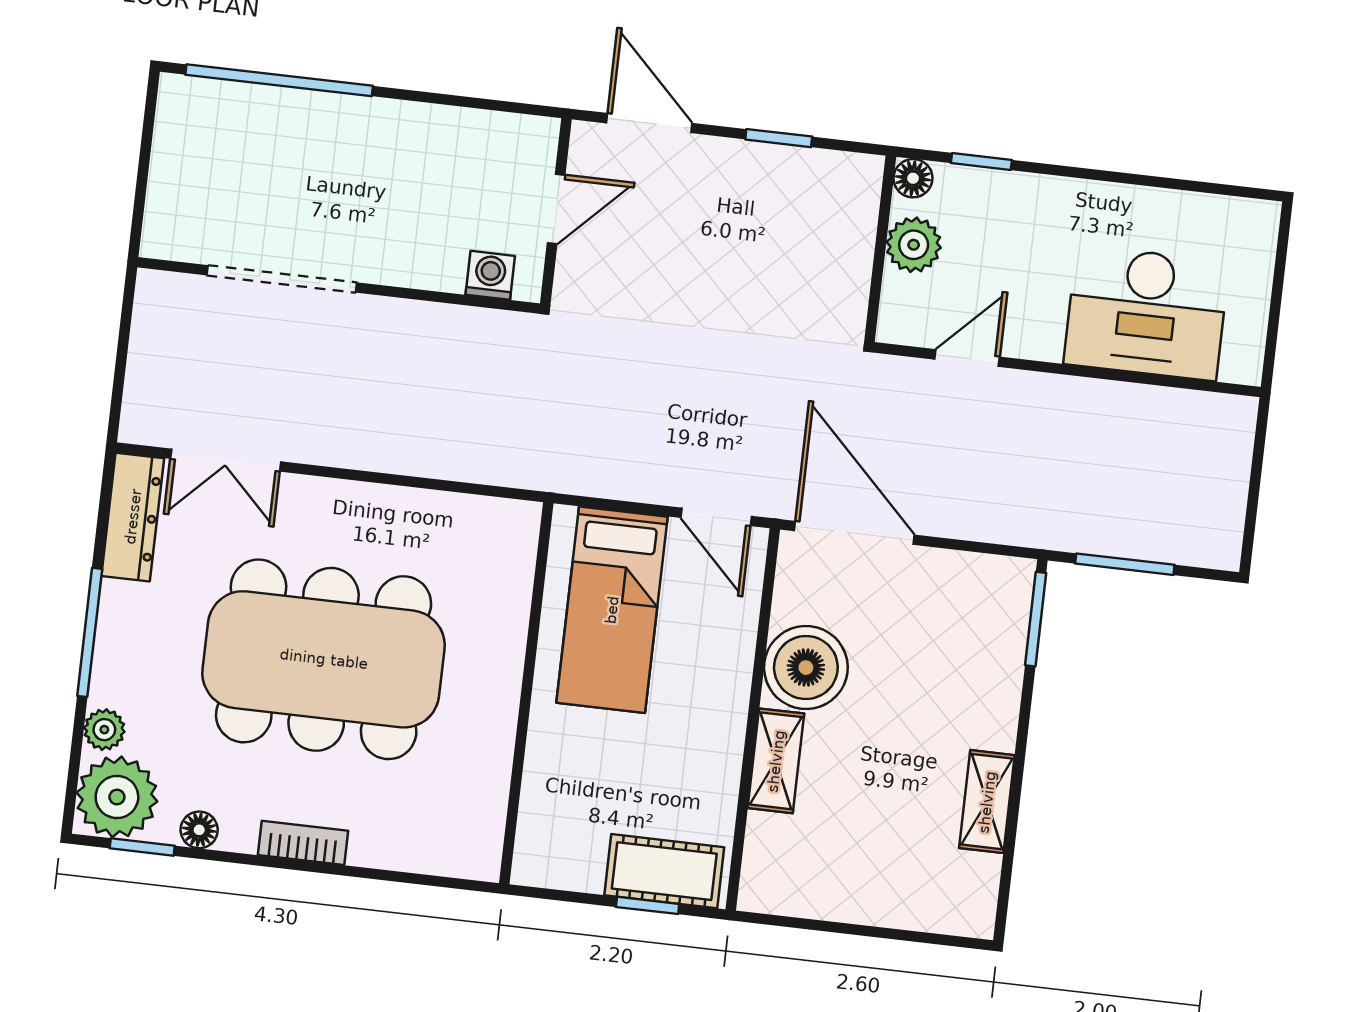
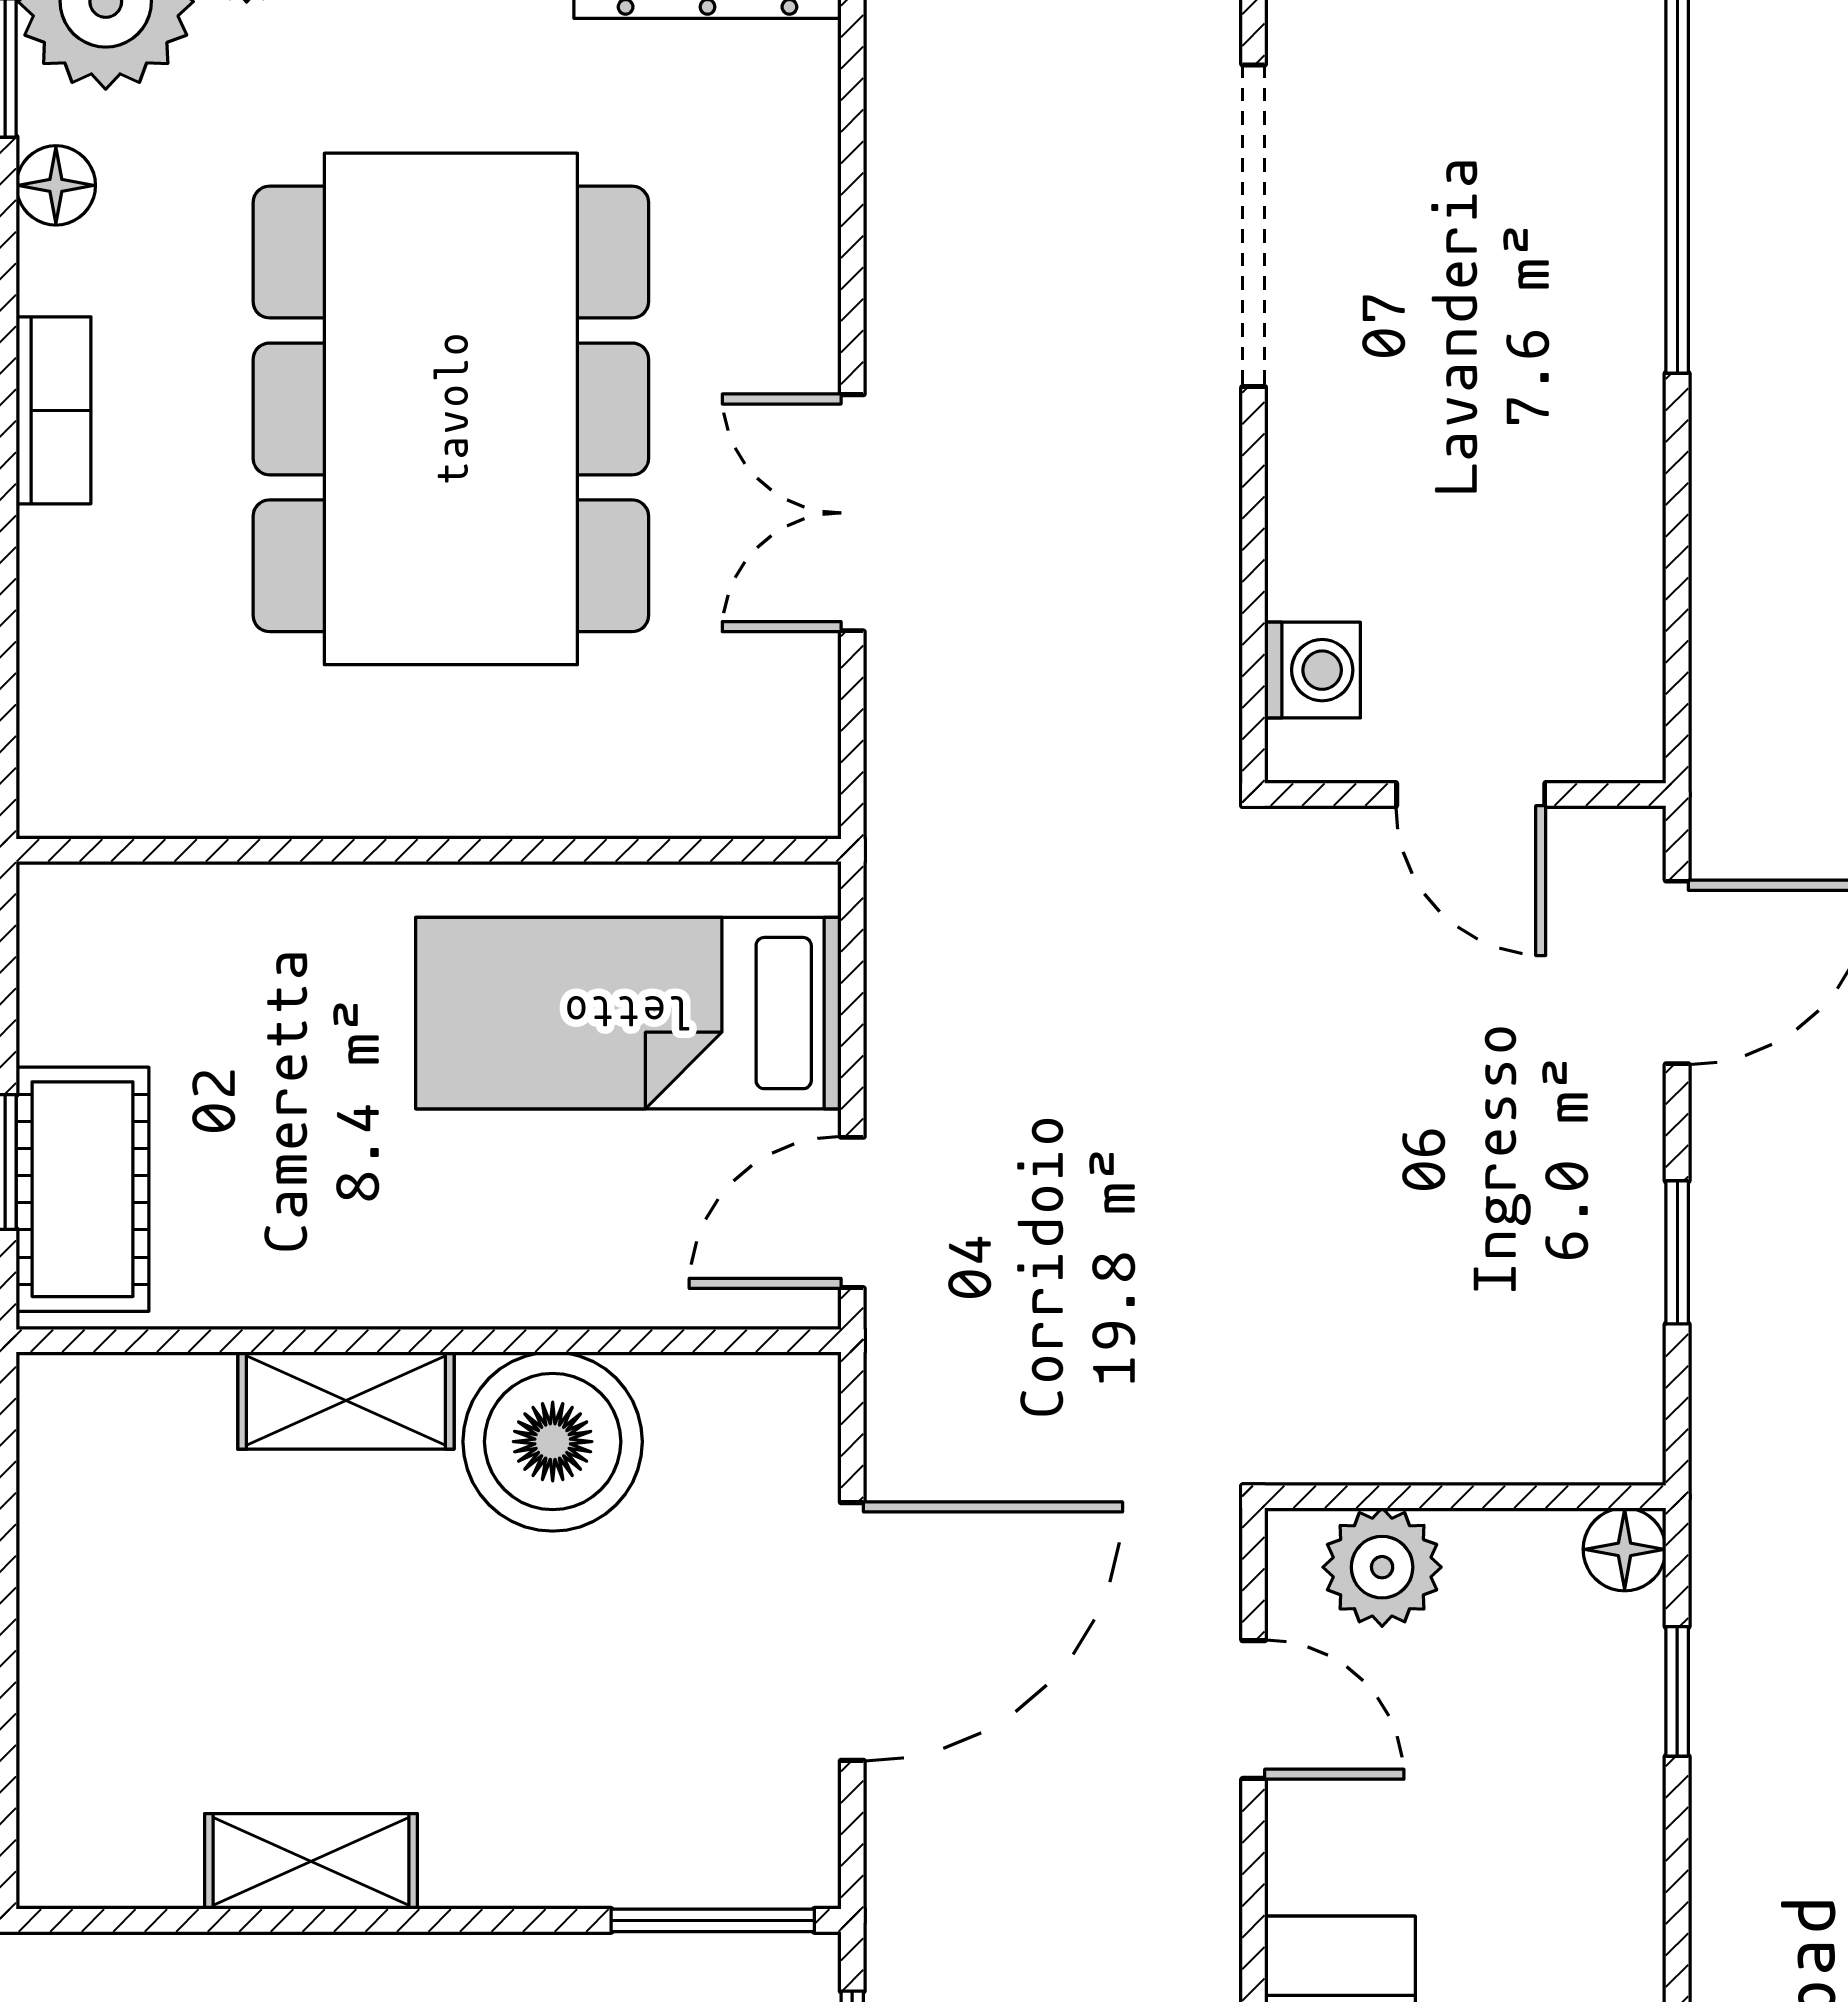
plant: (914, 245) -> (1382, 1567), moved
double door: (226, 460) -> (852, 513), moved
door: (854, 533) -> (852, 1632), moved

